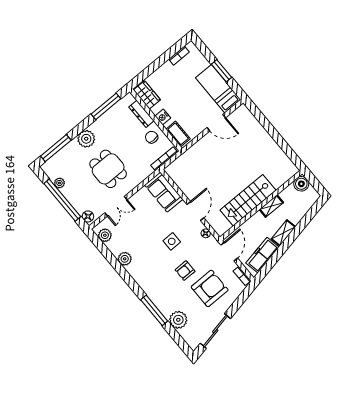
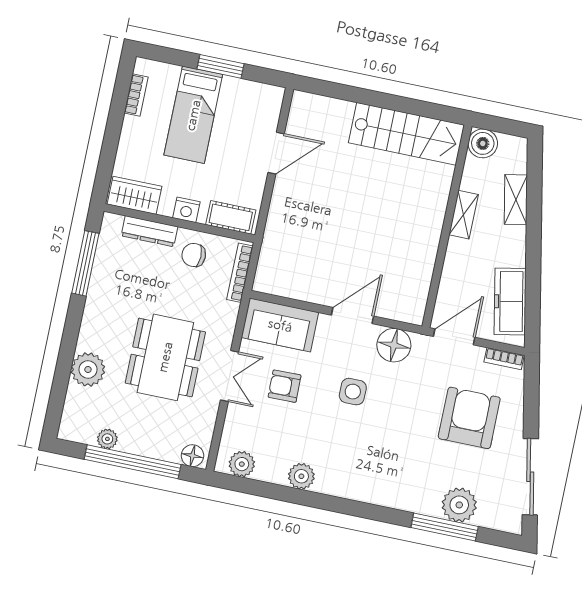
bed: (218, 89) -> (193, 115), moved, turned -90
plant: (86, 139) -> (88, 369), moved
window: (56, 148) -> (59, 389), removed
dining table: (108, 169) -> (165, 357), width x1.37
stairs: (248, 200) -> (406, 134), moved, turned -90
double door: (116, 206) -> (230, 376), moved
door: (195, 211) -> (352, 316), hinge flipped
floor lamp: (206, 233) -> (394, 345), width x1.89, depth x1.89
shelving: (283, 233) -> (516, 200), moved
door: (229, 252) -> (454, 337), hinge flipped
armchair: (185, 271) -> (285, 386), moved, turned 89
window: (154, 310) -> (445, 527), moved

